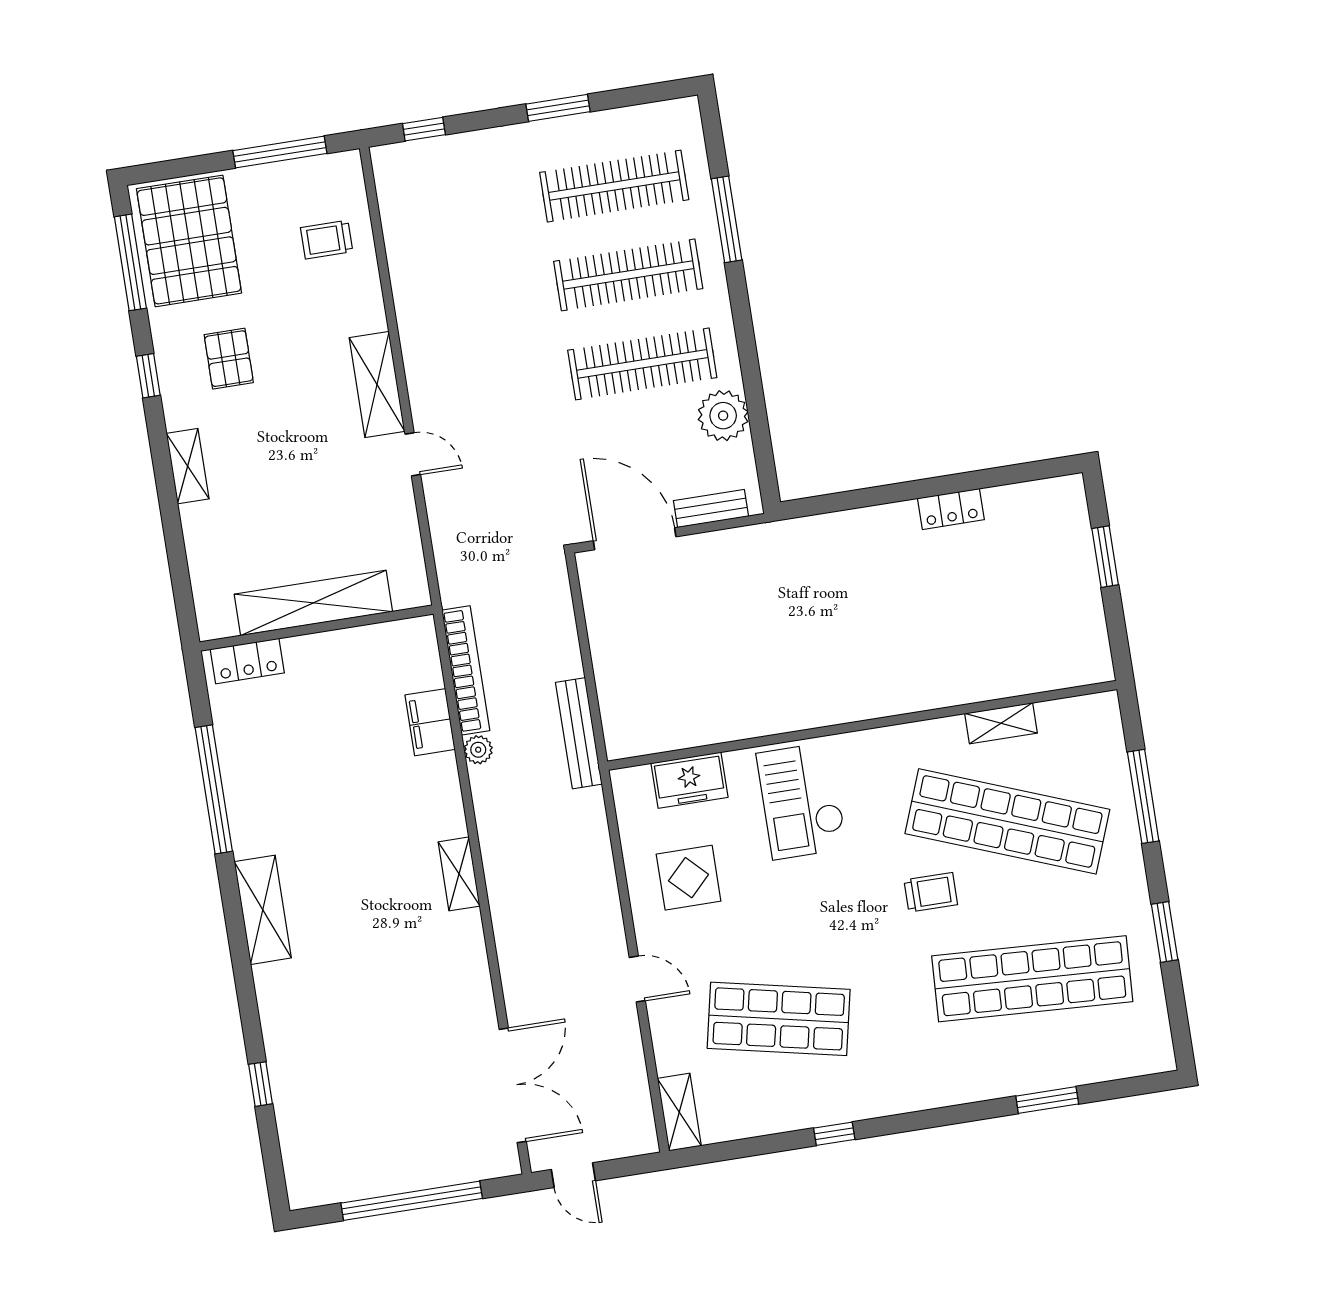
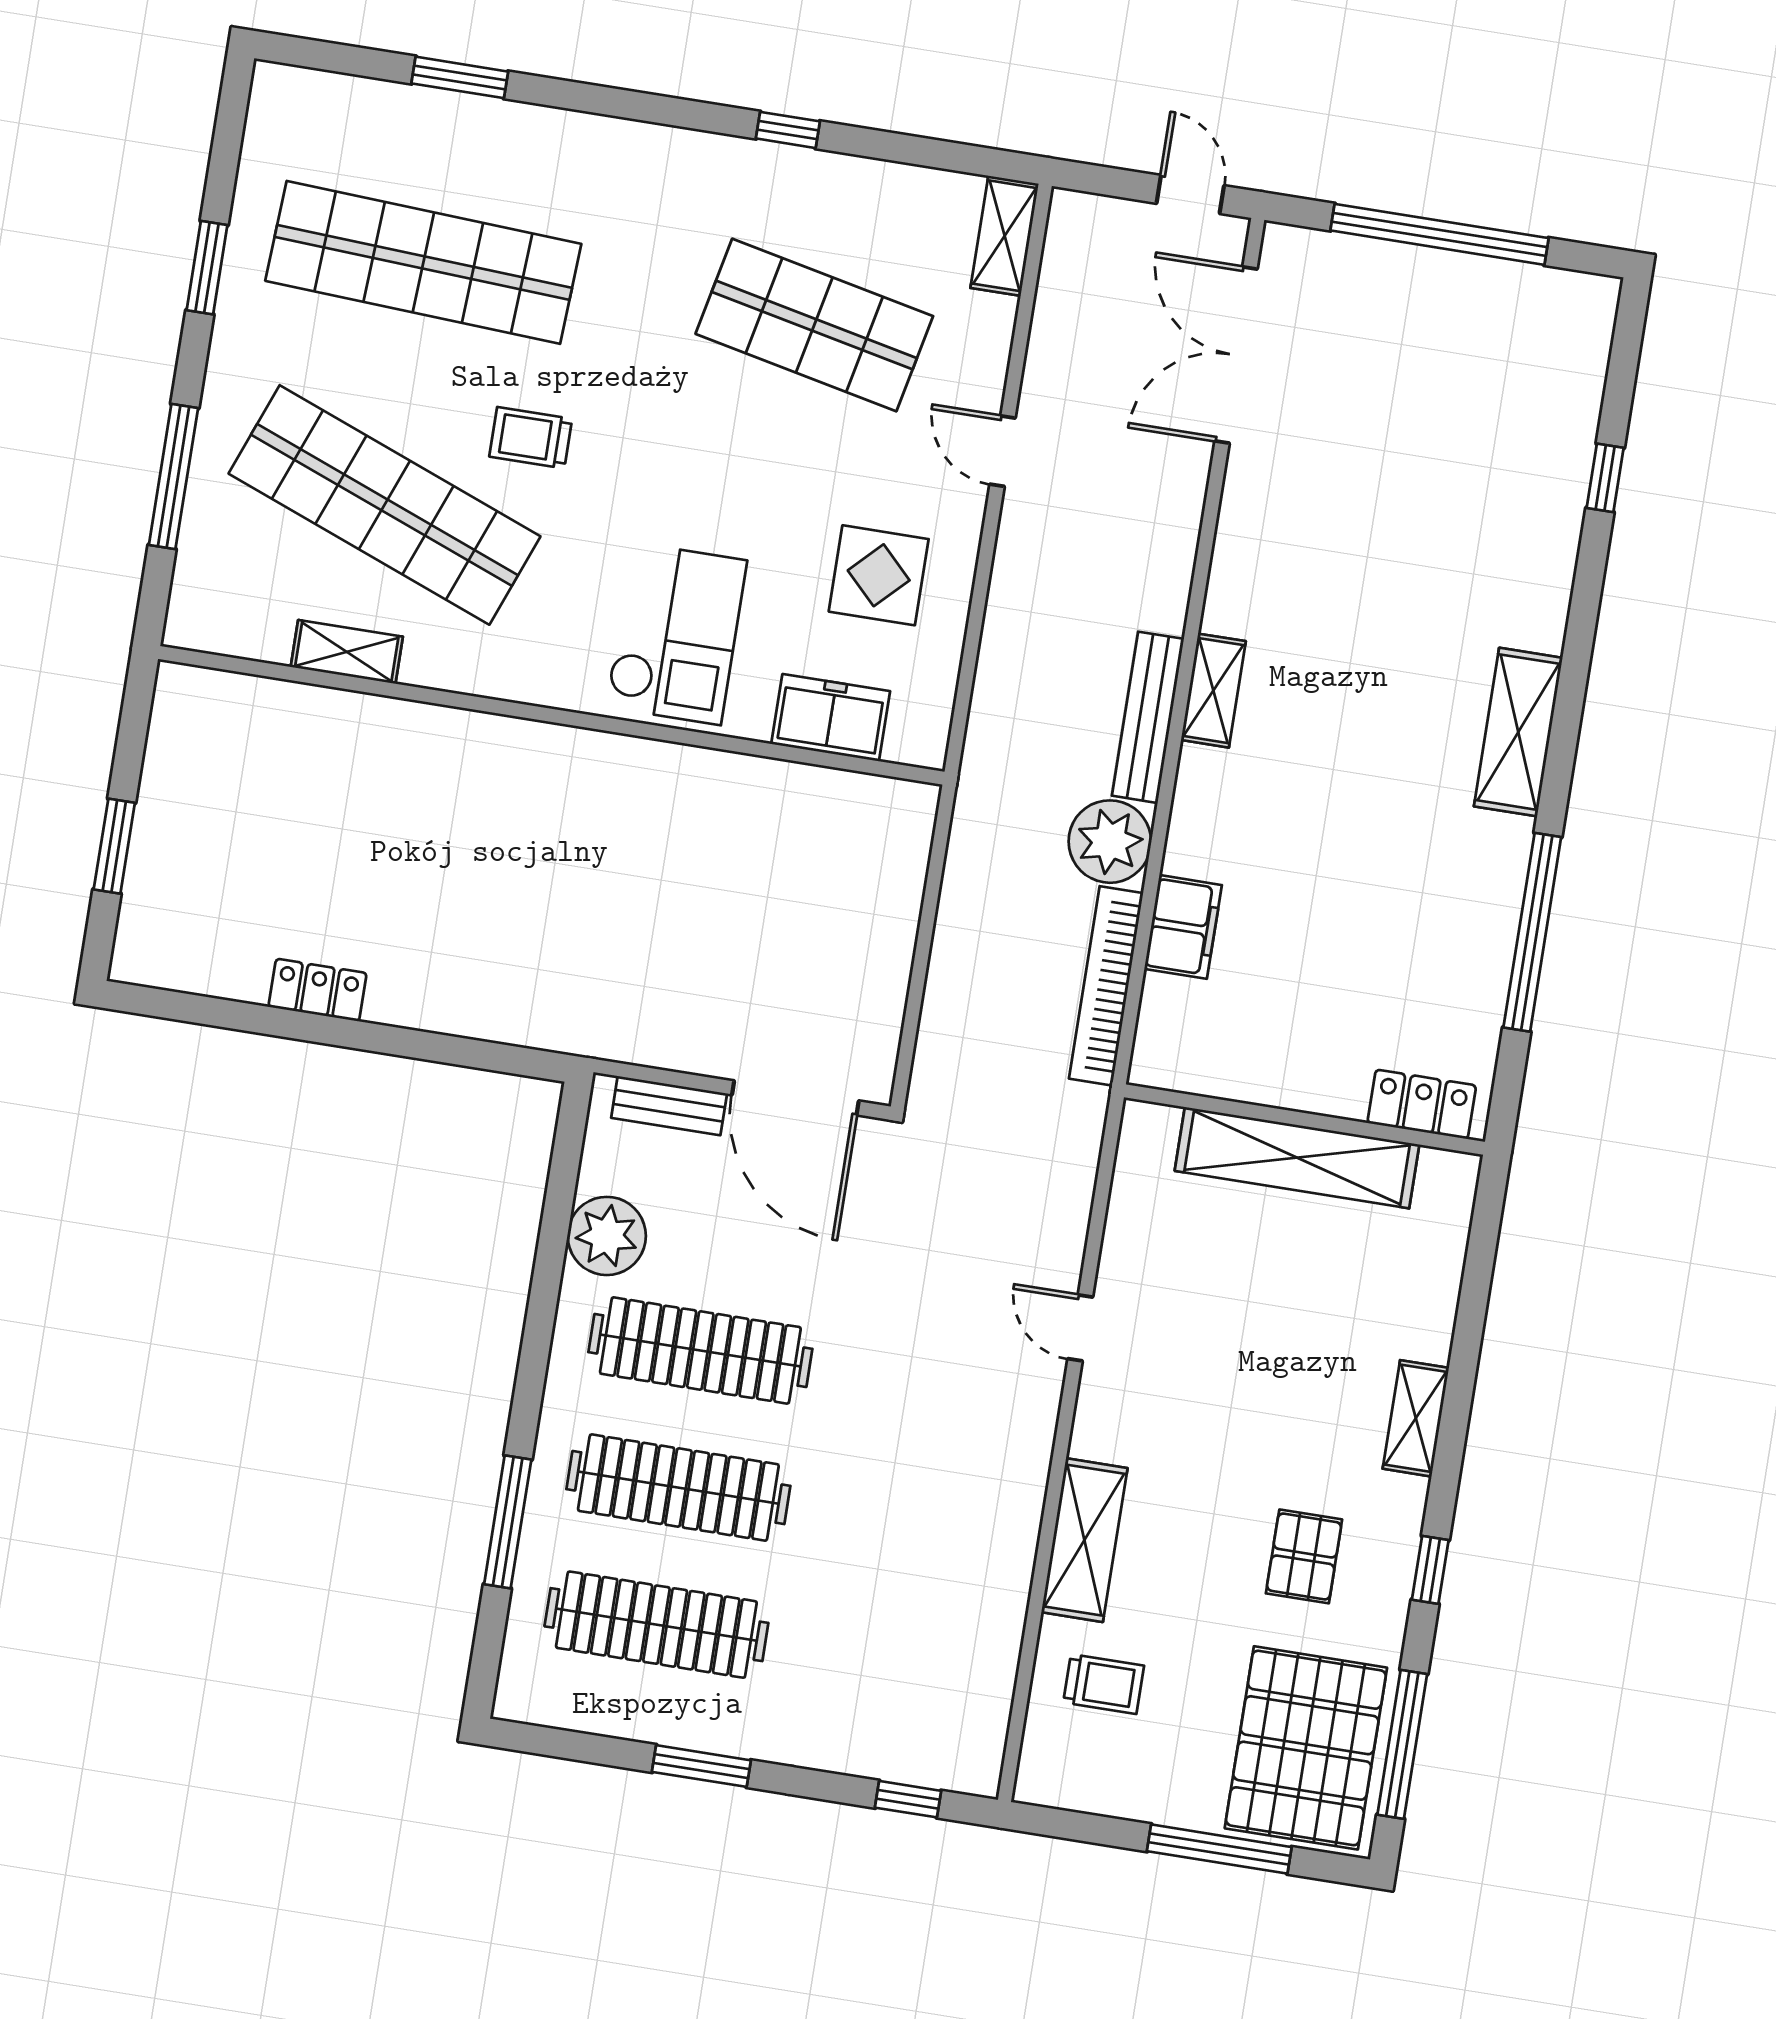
window: (280, 152) -> (1219, 1849), moved
shelving: (377, 384) -> (1084, 1540), moved
bench: (579, 733) -> (1148, 717), moved
plant: (478, 750) -> (1110, 842), width x1.87, depth x1.87

